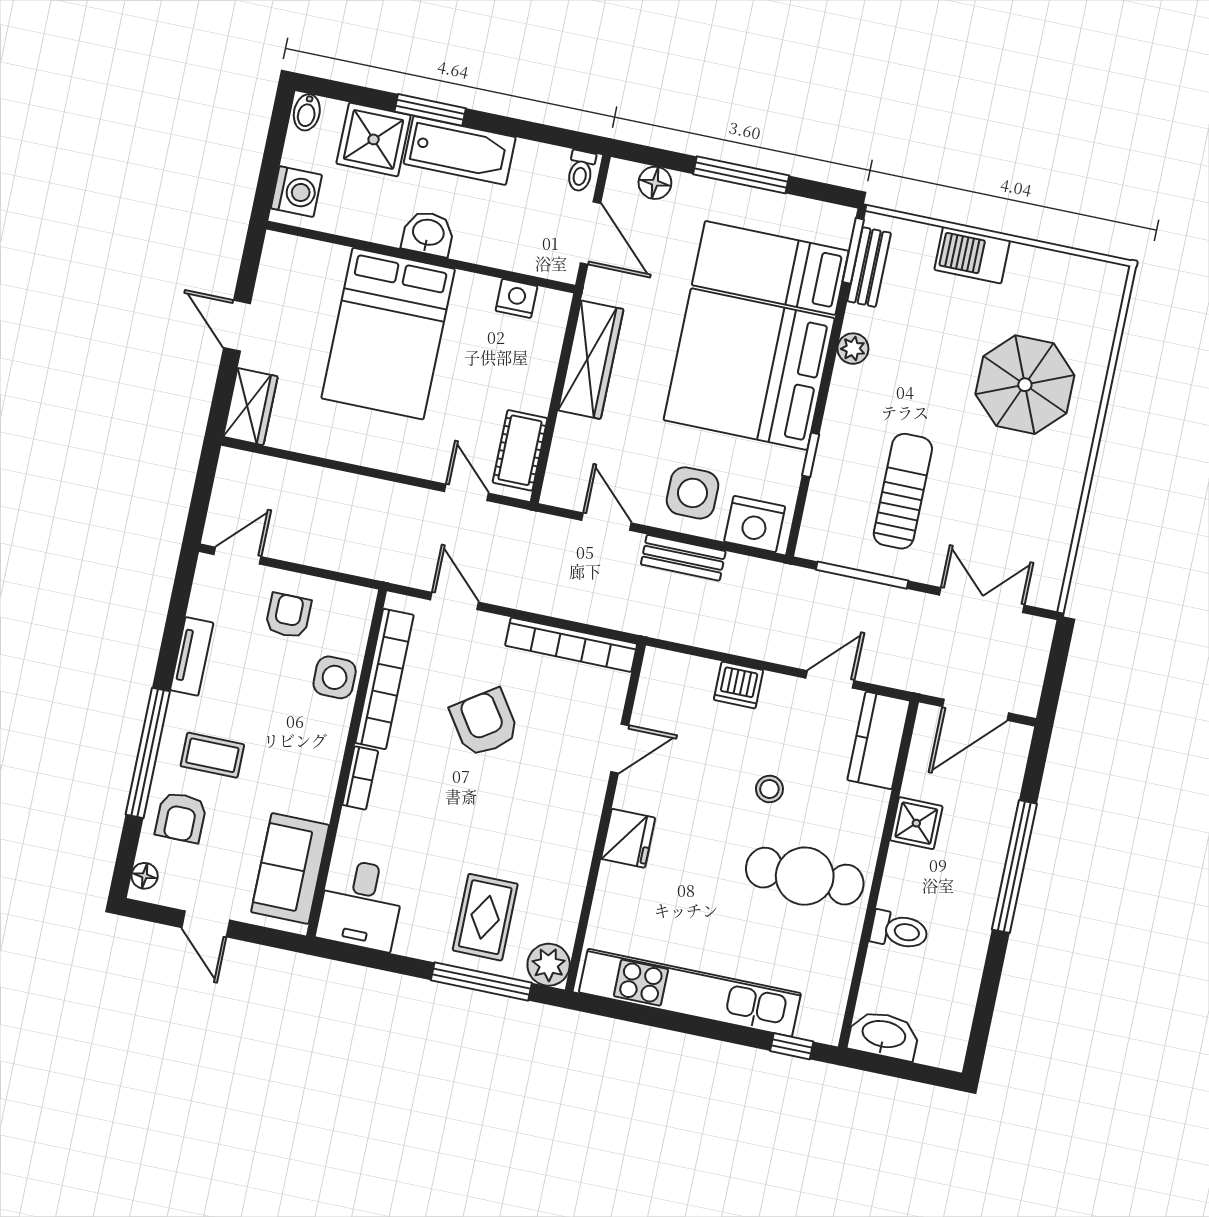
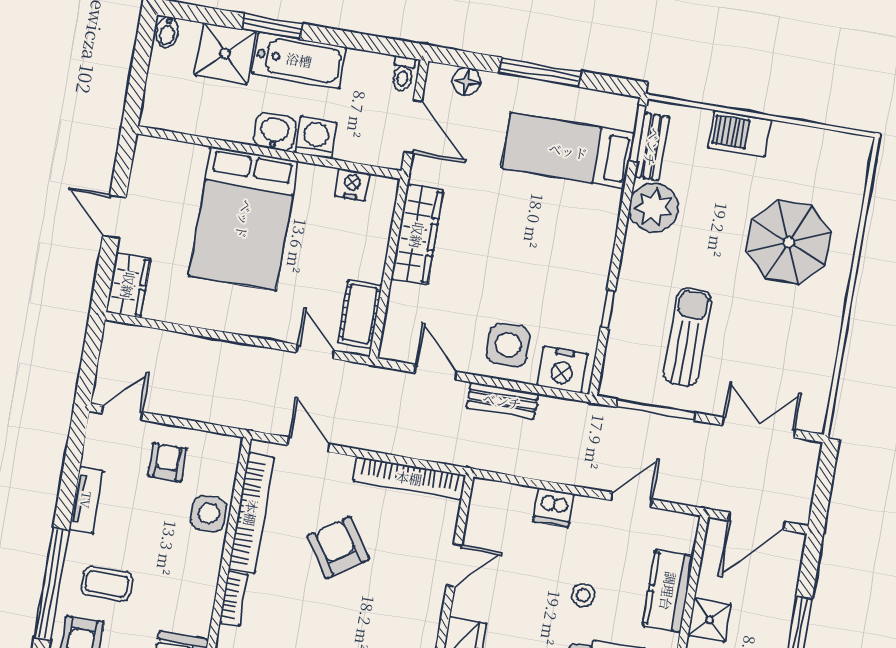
washing machine: (296, 192) -> (316, 138), moved, turned -90
plant: (853, 349) -> (654, 207), width x1.88, depth x1.88
bed: (749, 369) -> (553, 238), removed
kitchen counter: (879, 740) -> (668, 591), moved

